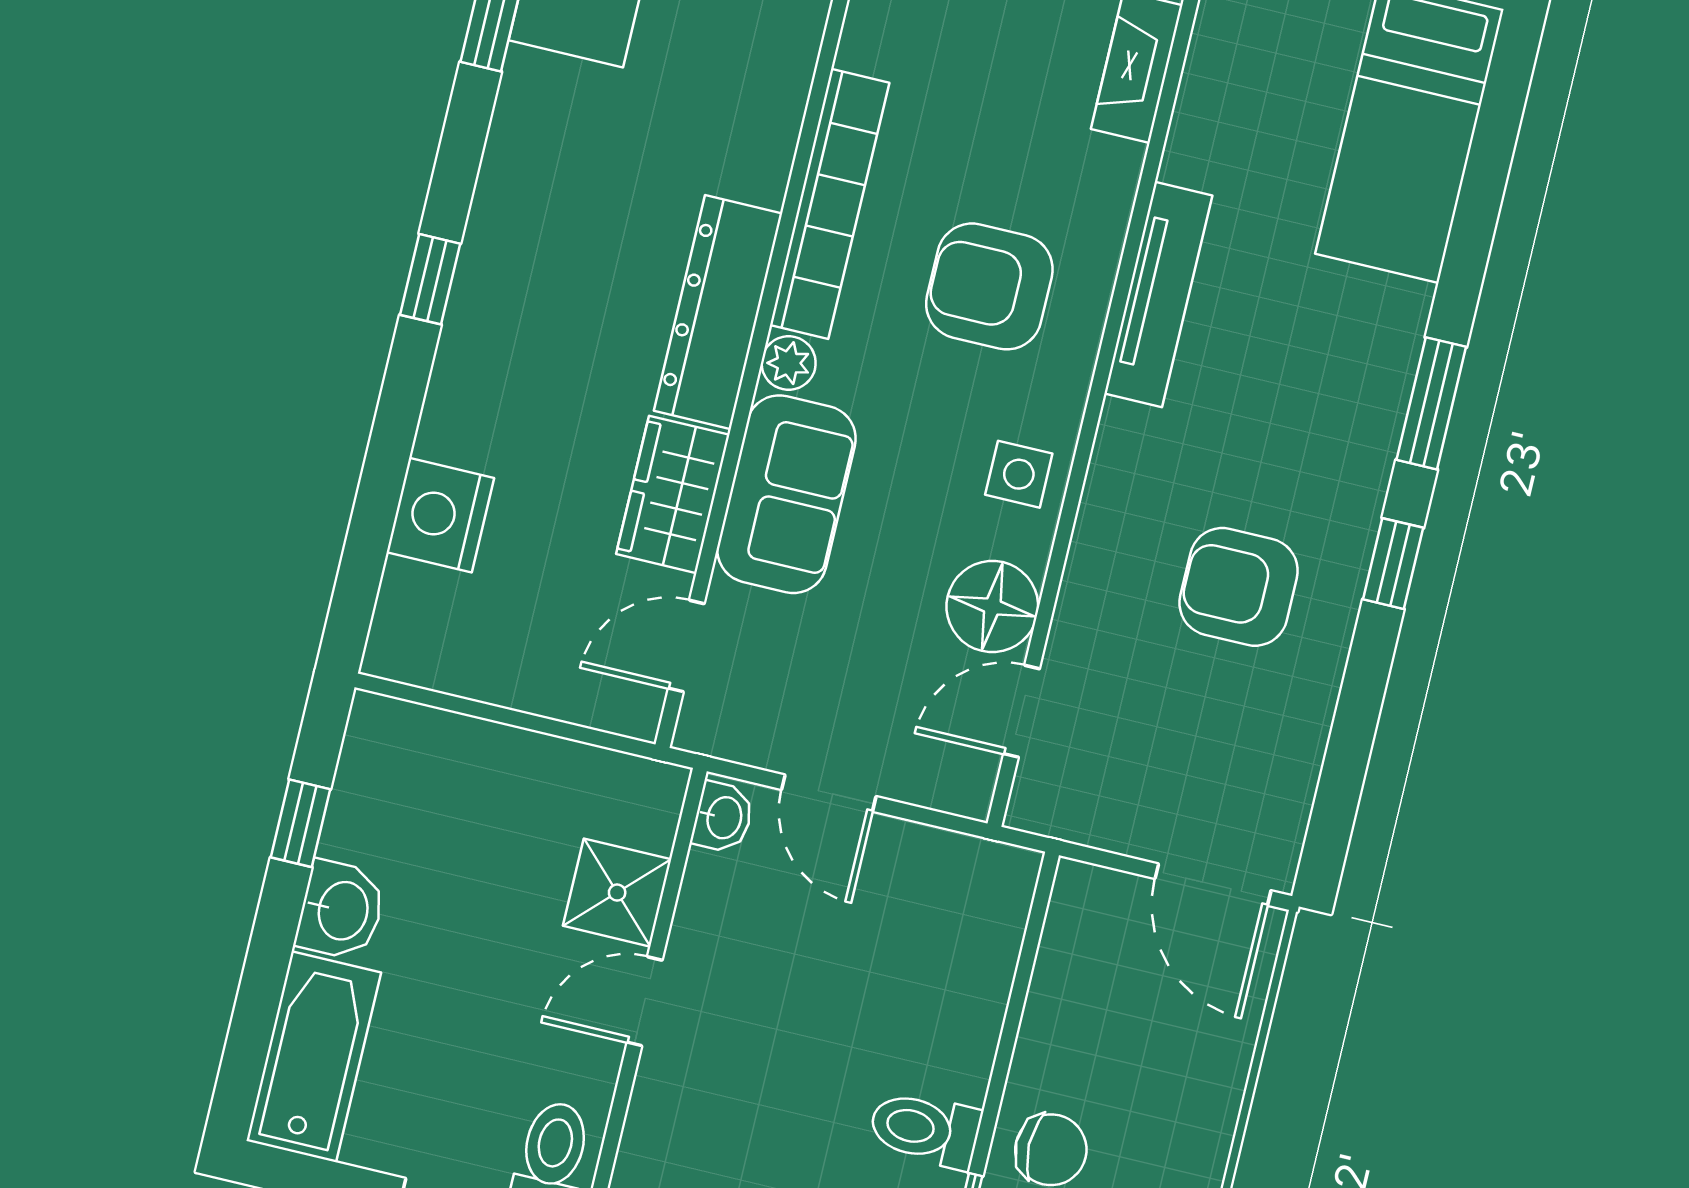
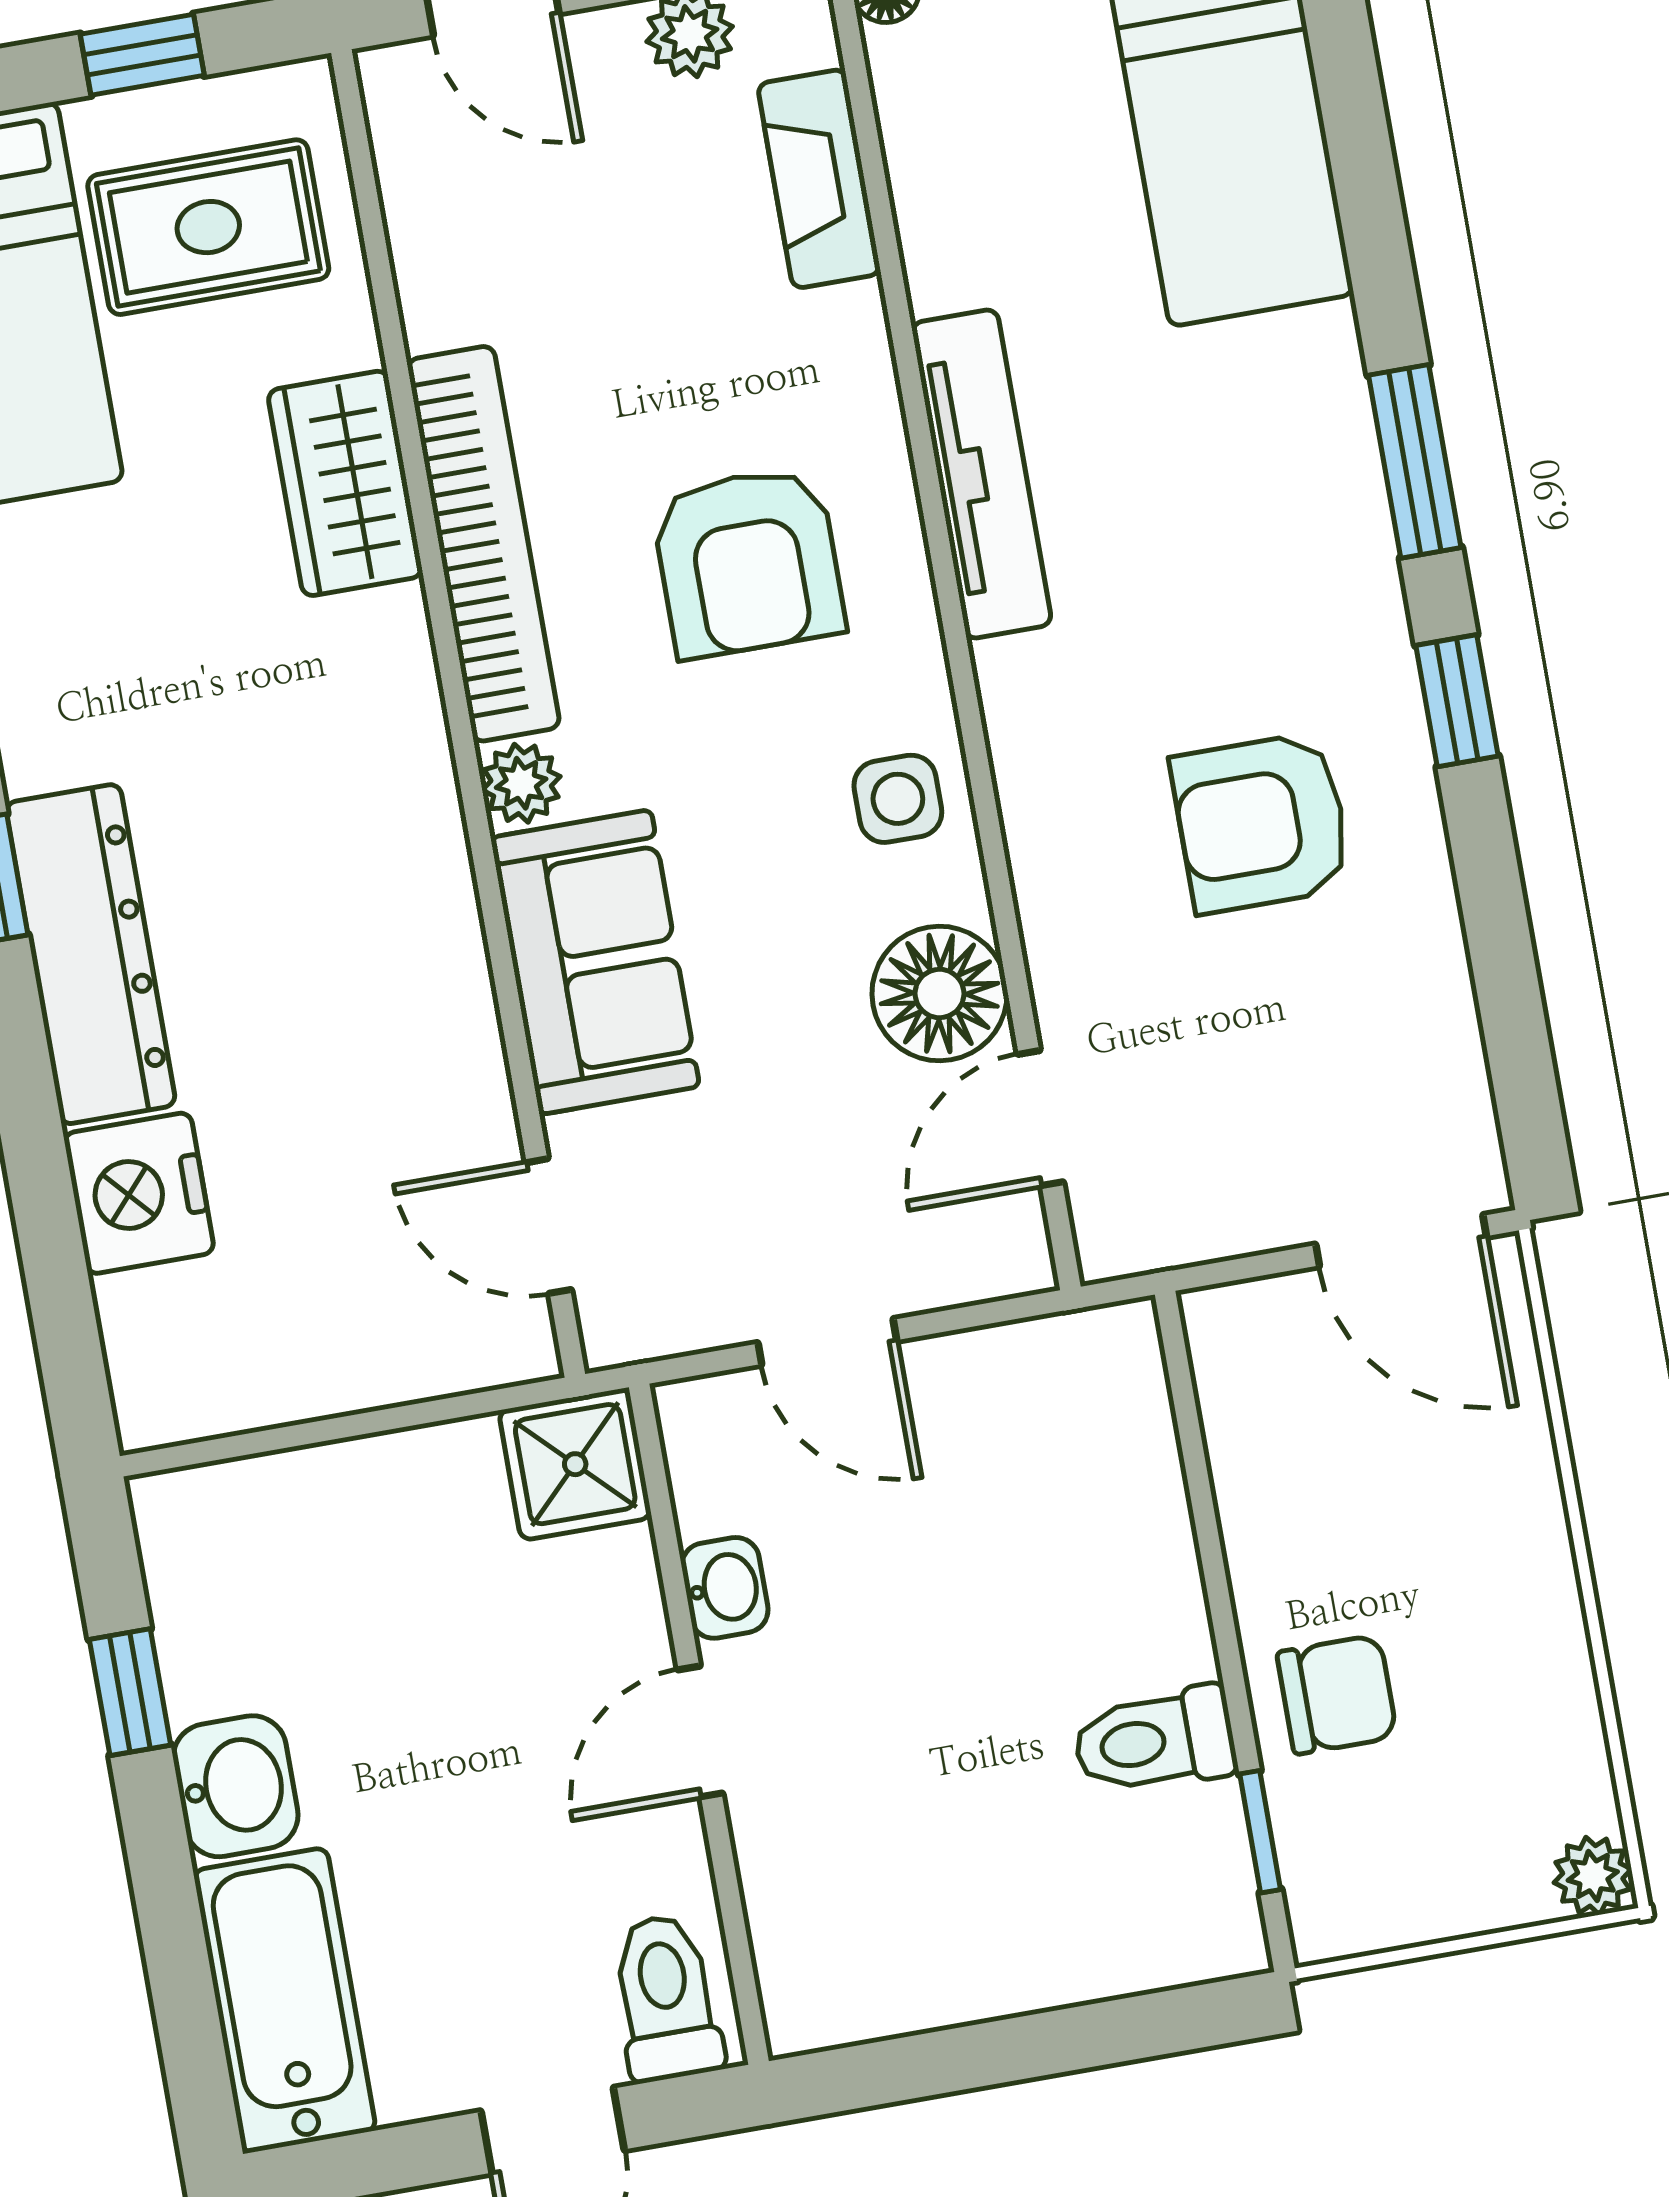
armchair: (989, 286) -> (748, 562), turned -90
dresser: (718, 312) -> (91, 954), moved, turned 180
wardrobe: (673, 494) -> (345, 483), moved
door: (686, 646) -> (548, 1226), hinge flipped
washbasin: (723, 817) -> (725, 1588), moved
shower: (617, 893) -> (575, 1464), moved

